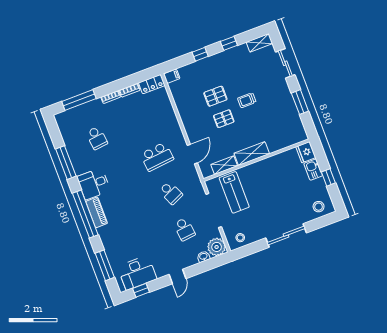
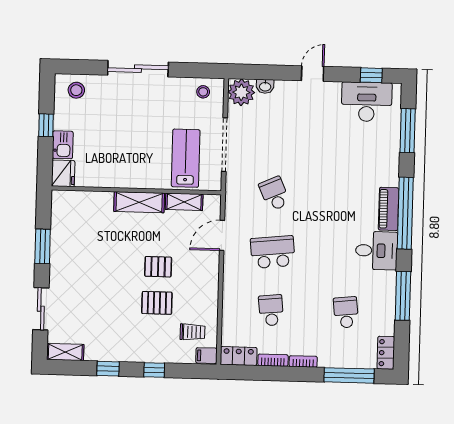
trolley: (247, 100) -> (192, 332), moved
locker: (62, 123) -> (386, 353), added
school desk: (184, 229) -> (271, 310), moved

